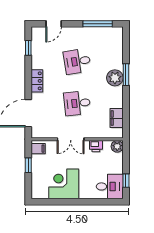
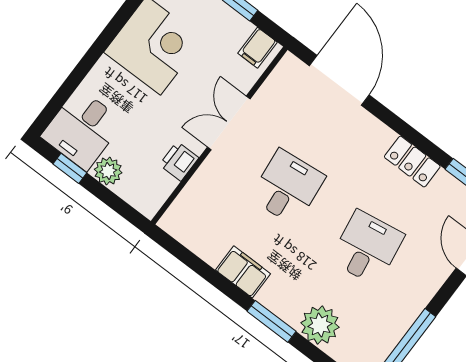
plant: (115, 78) -> (320, 325), moved
locker: (37, 81) -> (412, 162), moved
filing cabinet: (117, 118) -> (243, 272), moved
plant: (117, 146) -> (108, 171), moved

